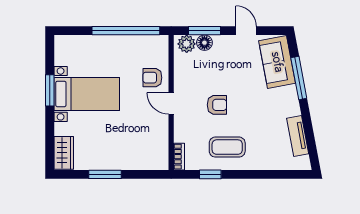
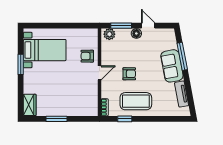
window: (126, 31) -> (70, 26), removed
floor lamp: (204, 43) -> (136, 33), moved
sofa: (277, 62) -> (172, 66), moved
bed with nightstands: (87, 94) -> (45, 50), moved
door: (171, 103) -> (99, 73), swing flipped
coffee table: (227, 147) -> (136, 101), width x1.36, depth x1.32

